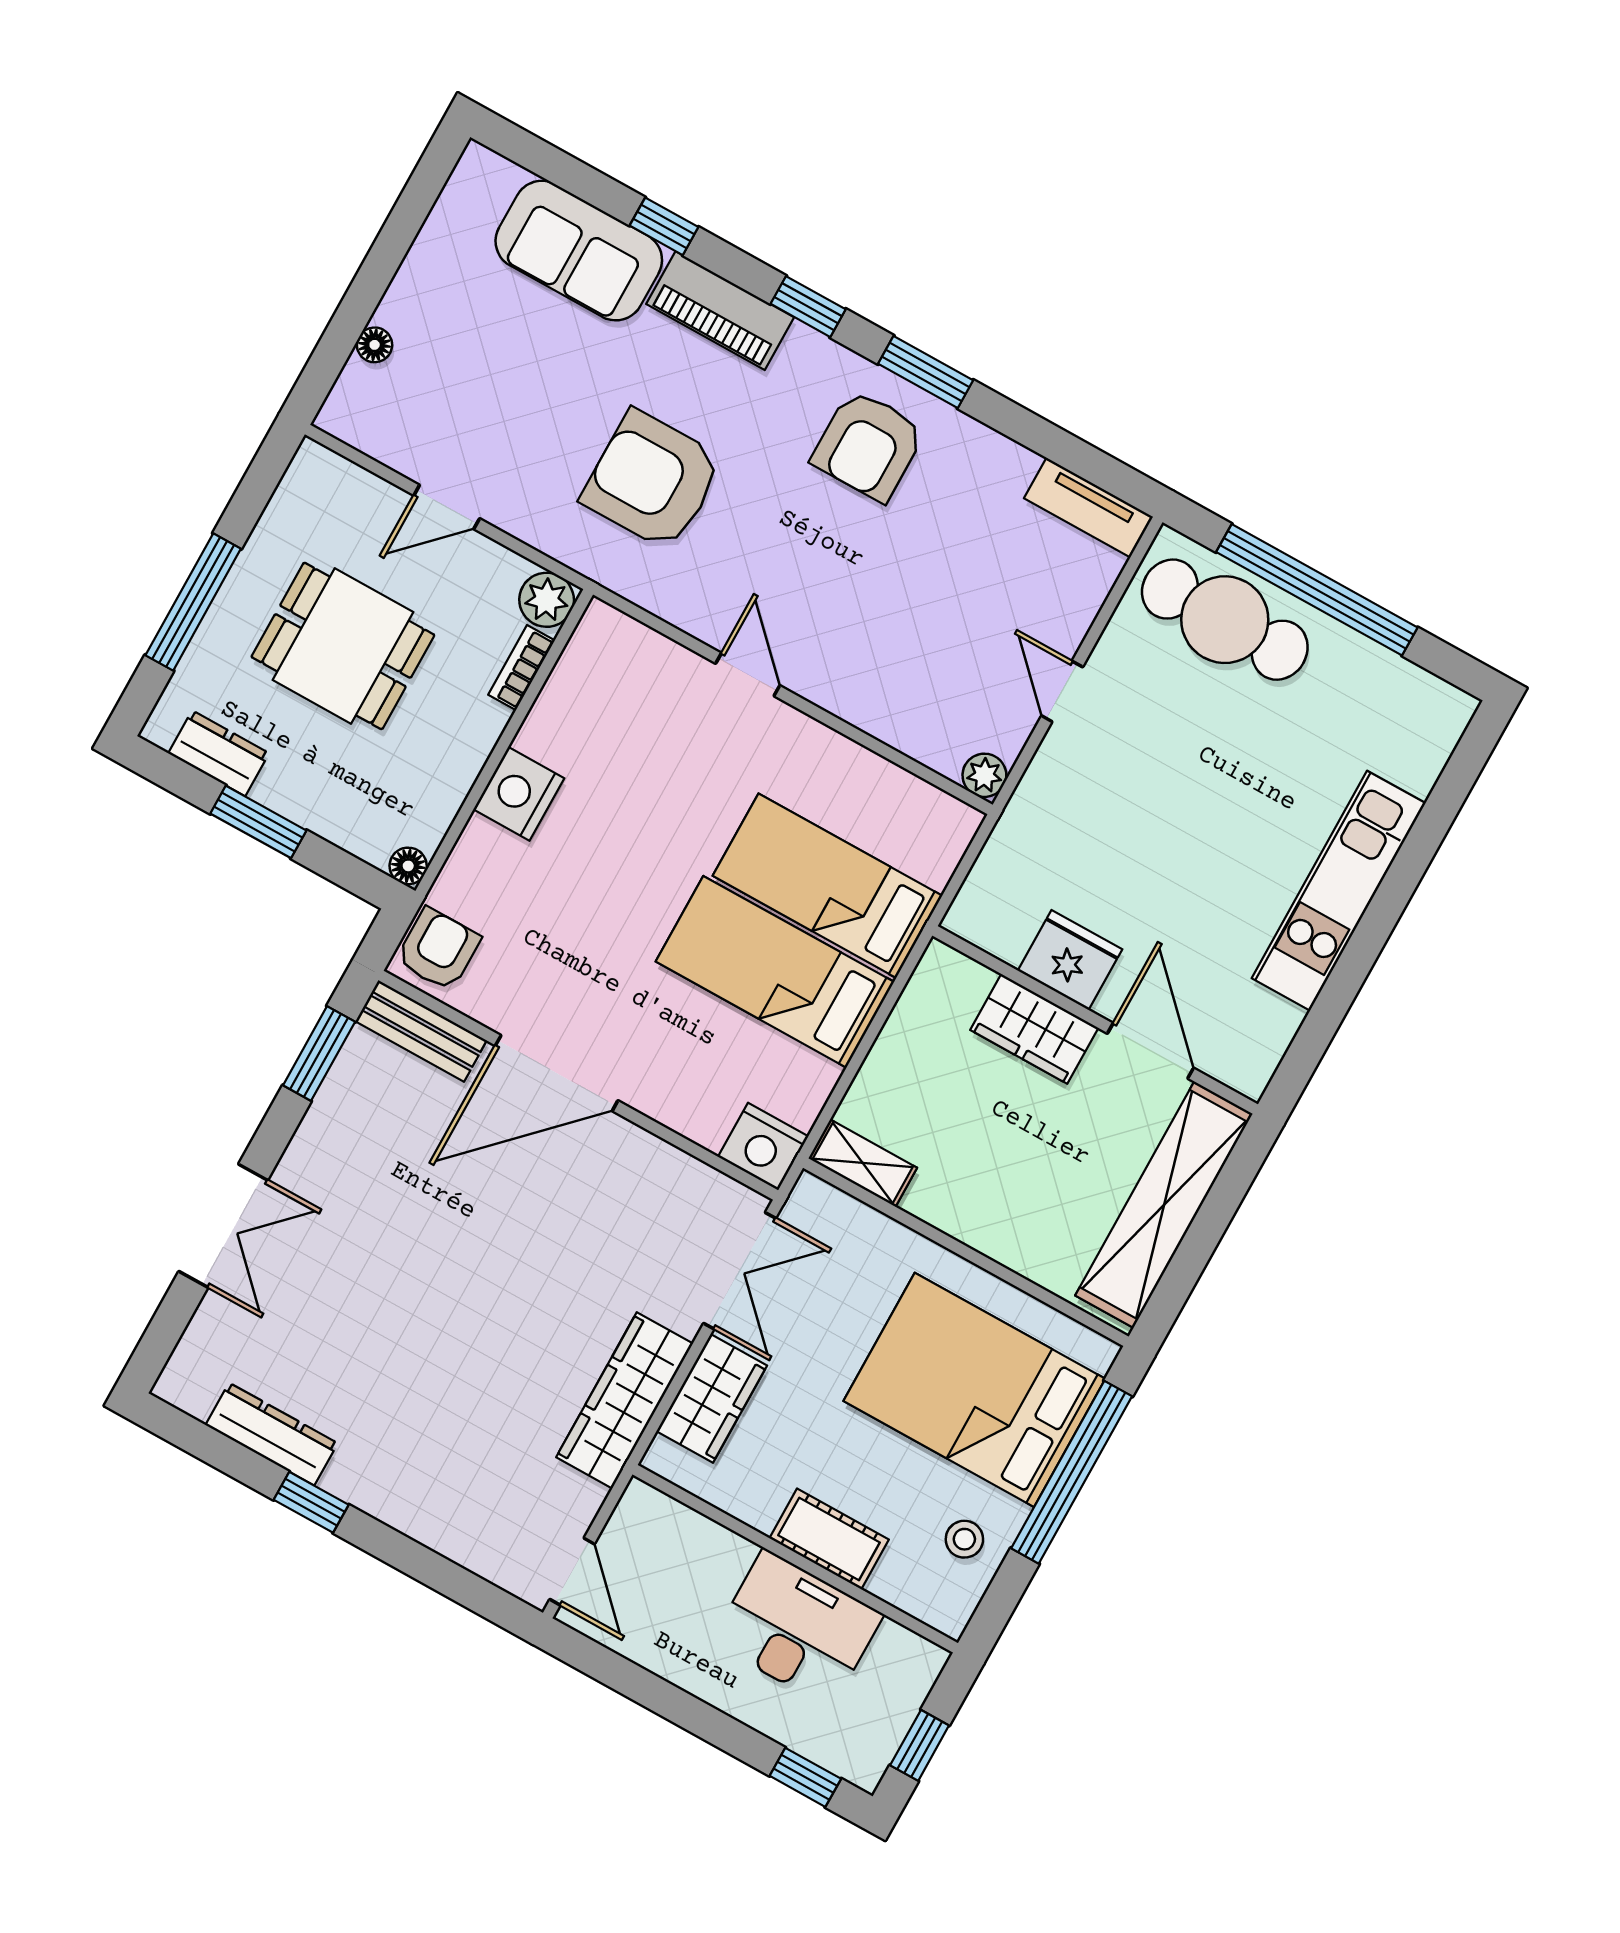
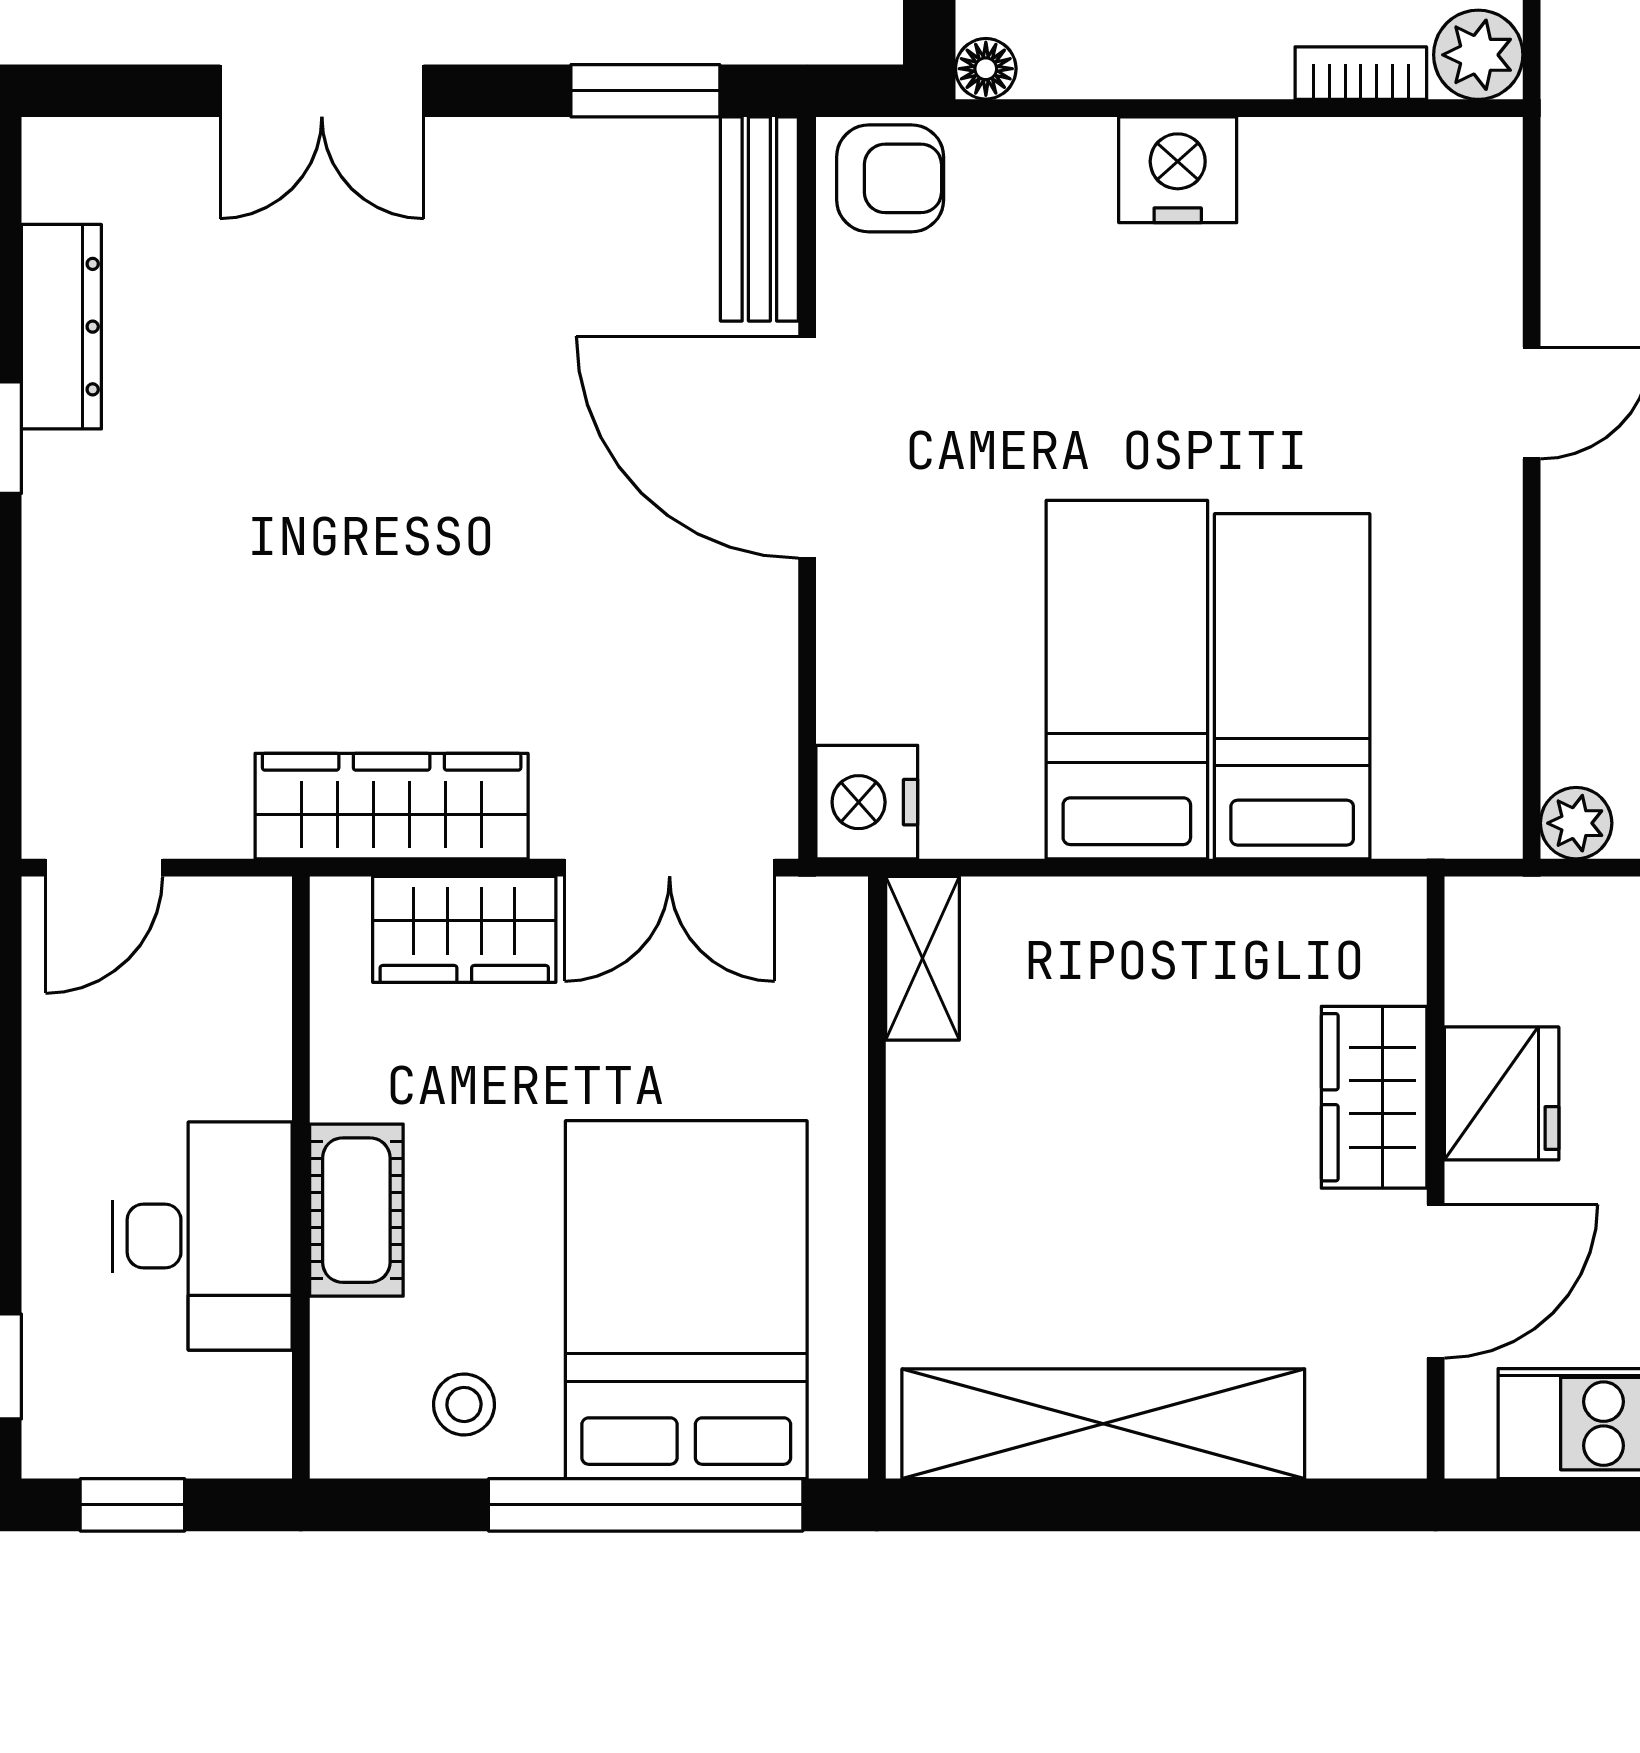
fridge: (1070, 960) -> (1502, 1093), moved
wall: (1095, 1020) -> (1436, 1177), moved
wardrobe: (1034, 1029) -> (1374, 1097), moved
door: (1150, 1051) -> (1436, 1281), moved

